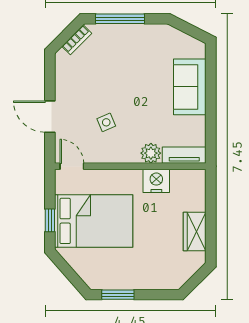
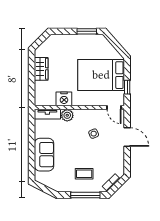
coffee table: (122, 55) -> (84, 174), added
window: (50, 220) -> (127, 87), moved

